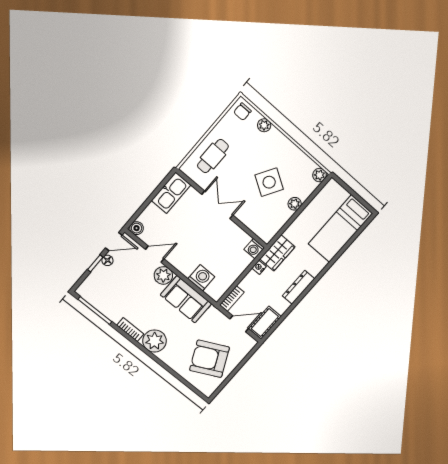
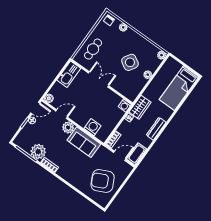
plant: (155, 341) -> (38, 152), moved

